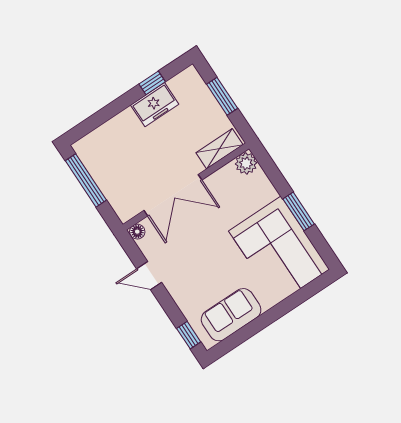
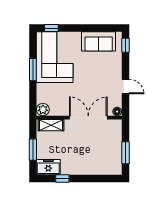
freezer: (155, 105) -> (48, 167), moved
window: (86, 180) -> (126, 153), width x0.69
window: (312, 289) -> (51, 28), added

